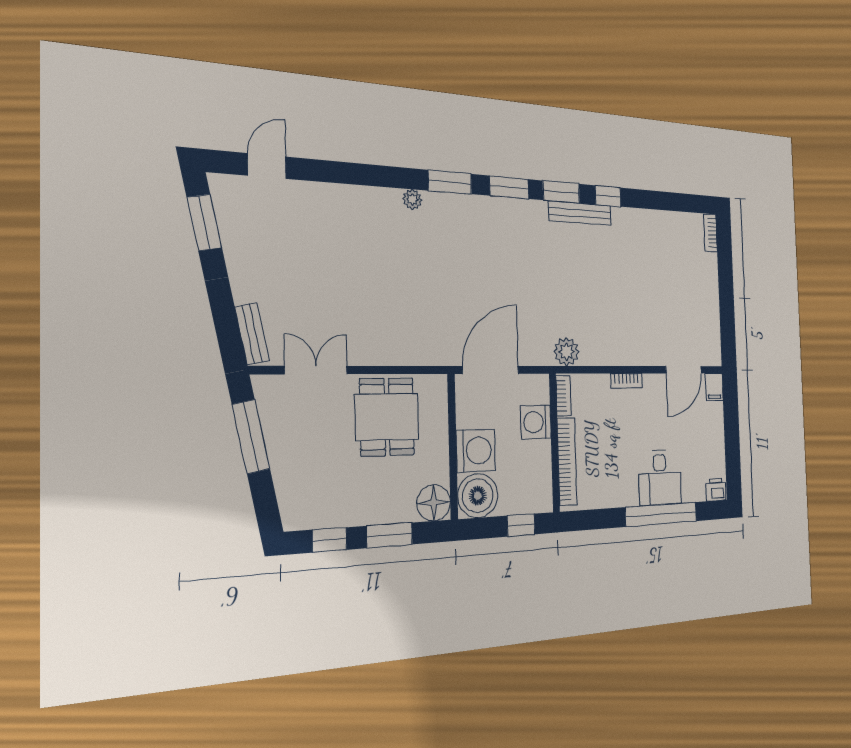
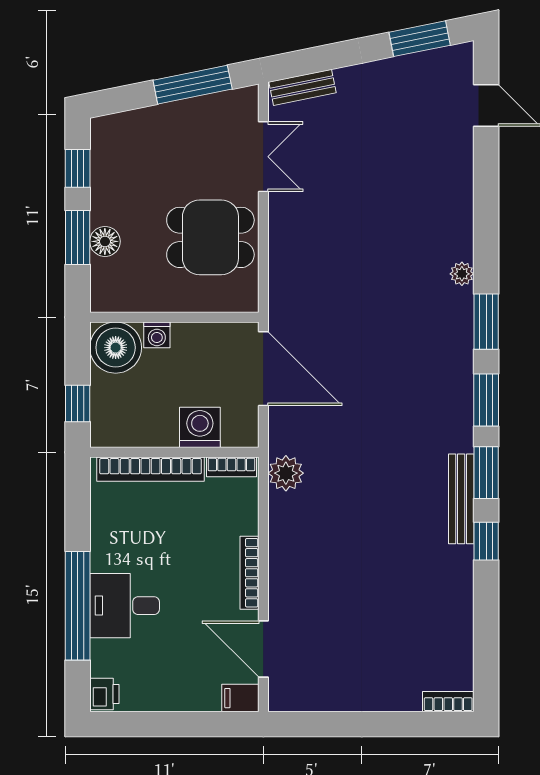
bookcase: (626, 381) -> (249, 573), width x1.56
washing machine: (476, 451) -> (157, 335), width x0.53, depth x0.53
floor lamp: (434, 503) -> (105, 241), moved, width x0.73, depth x0.73

